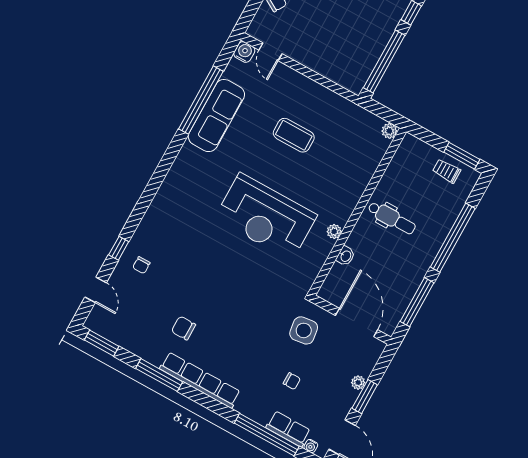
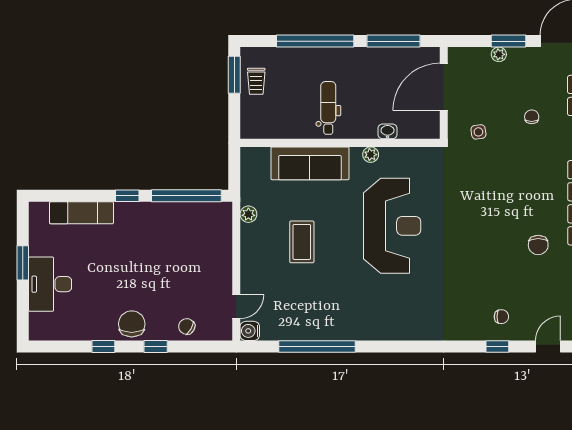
sofa: (216, 116) -> (310, 163), moved, turned 180
plant: (389, 131) -> (248, 214), moved
side table: (304, 330) -> (478, 132), width x0.54, depth x0.54

